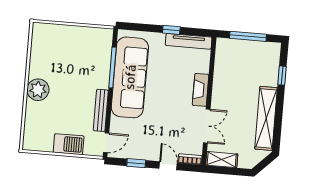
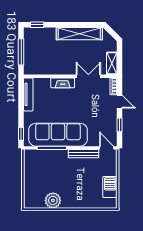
window: (171, 30) -> (21, 134), moved
window: (282, 76) -> (37, 25), moved
plant: (38, 90) -> (53, 200), moved
barbecue: (69, 144) -> (110, 187), moved
door: (168, 166) -> (120, 102), swing flipped

